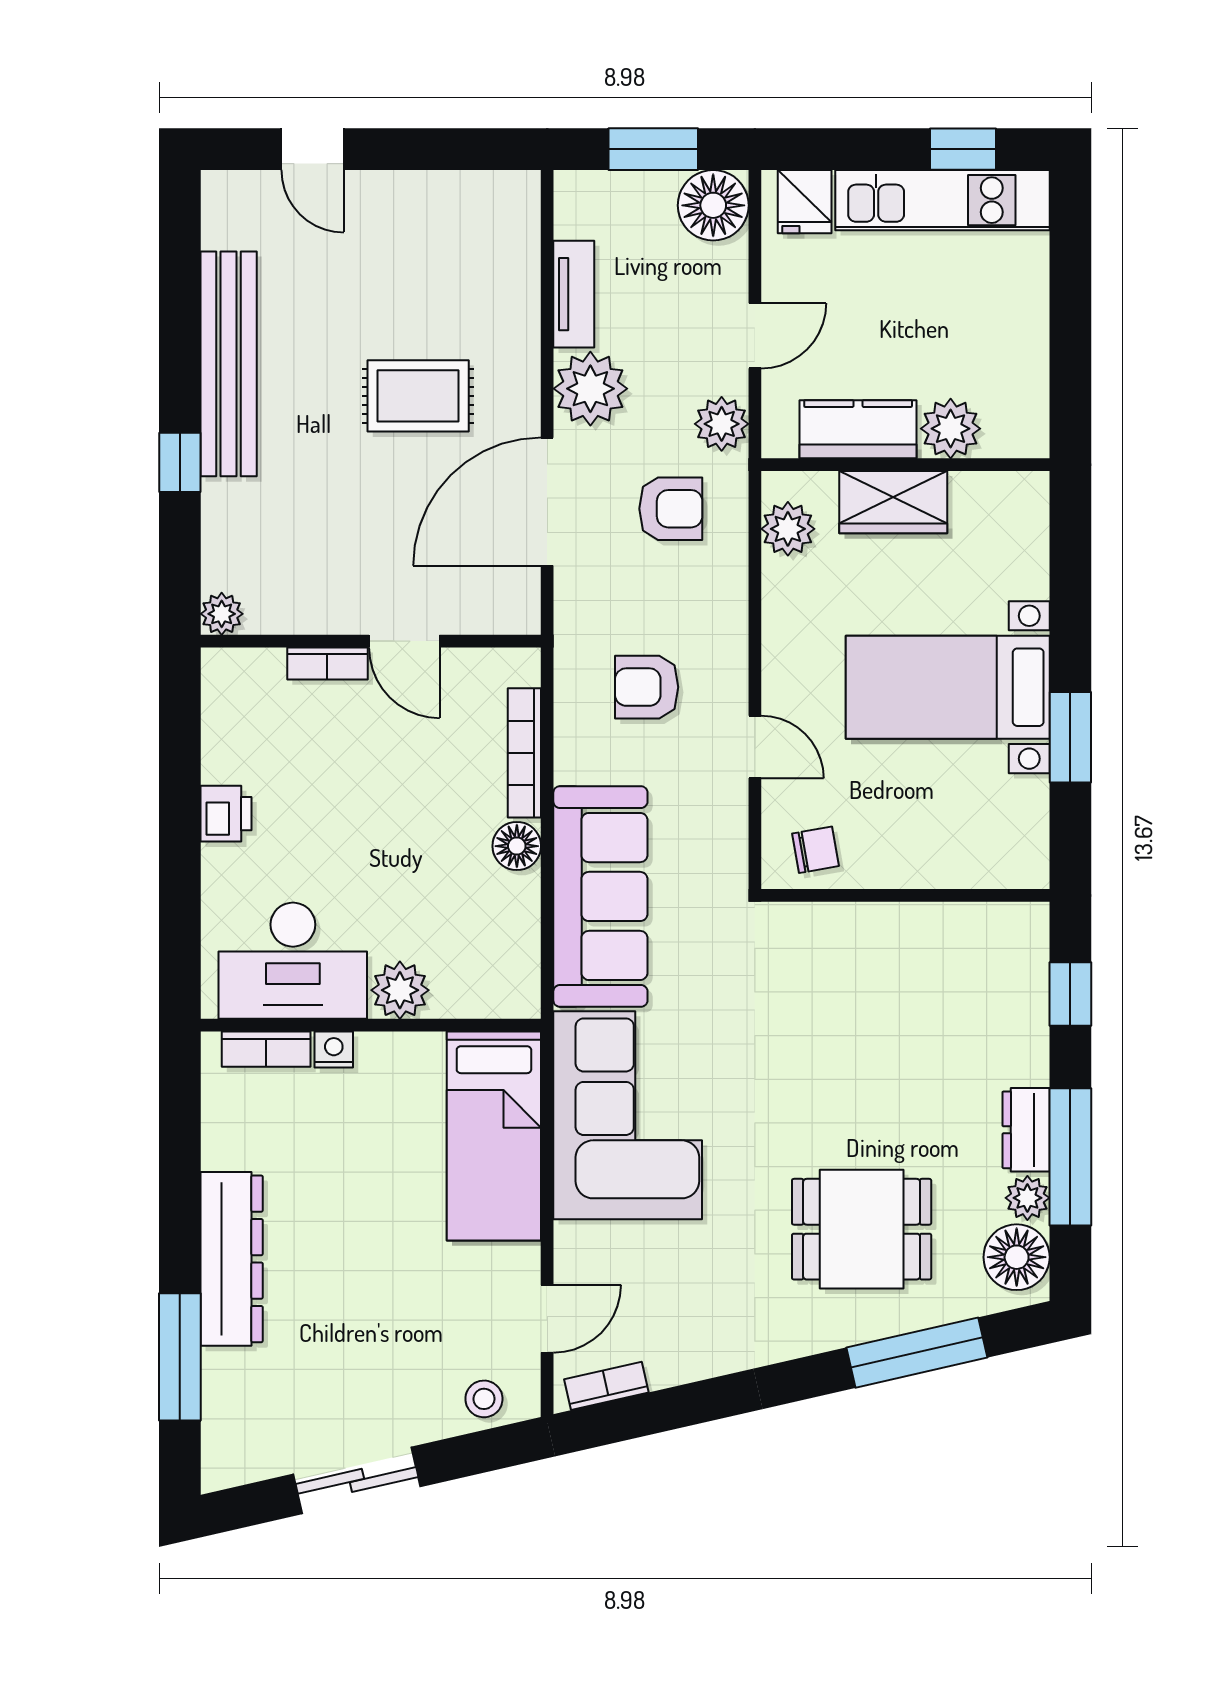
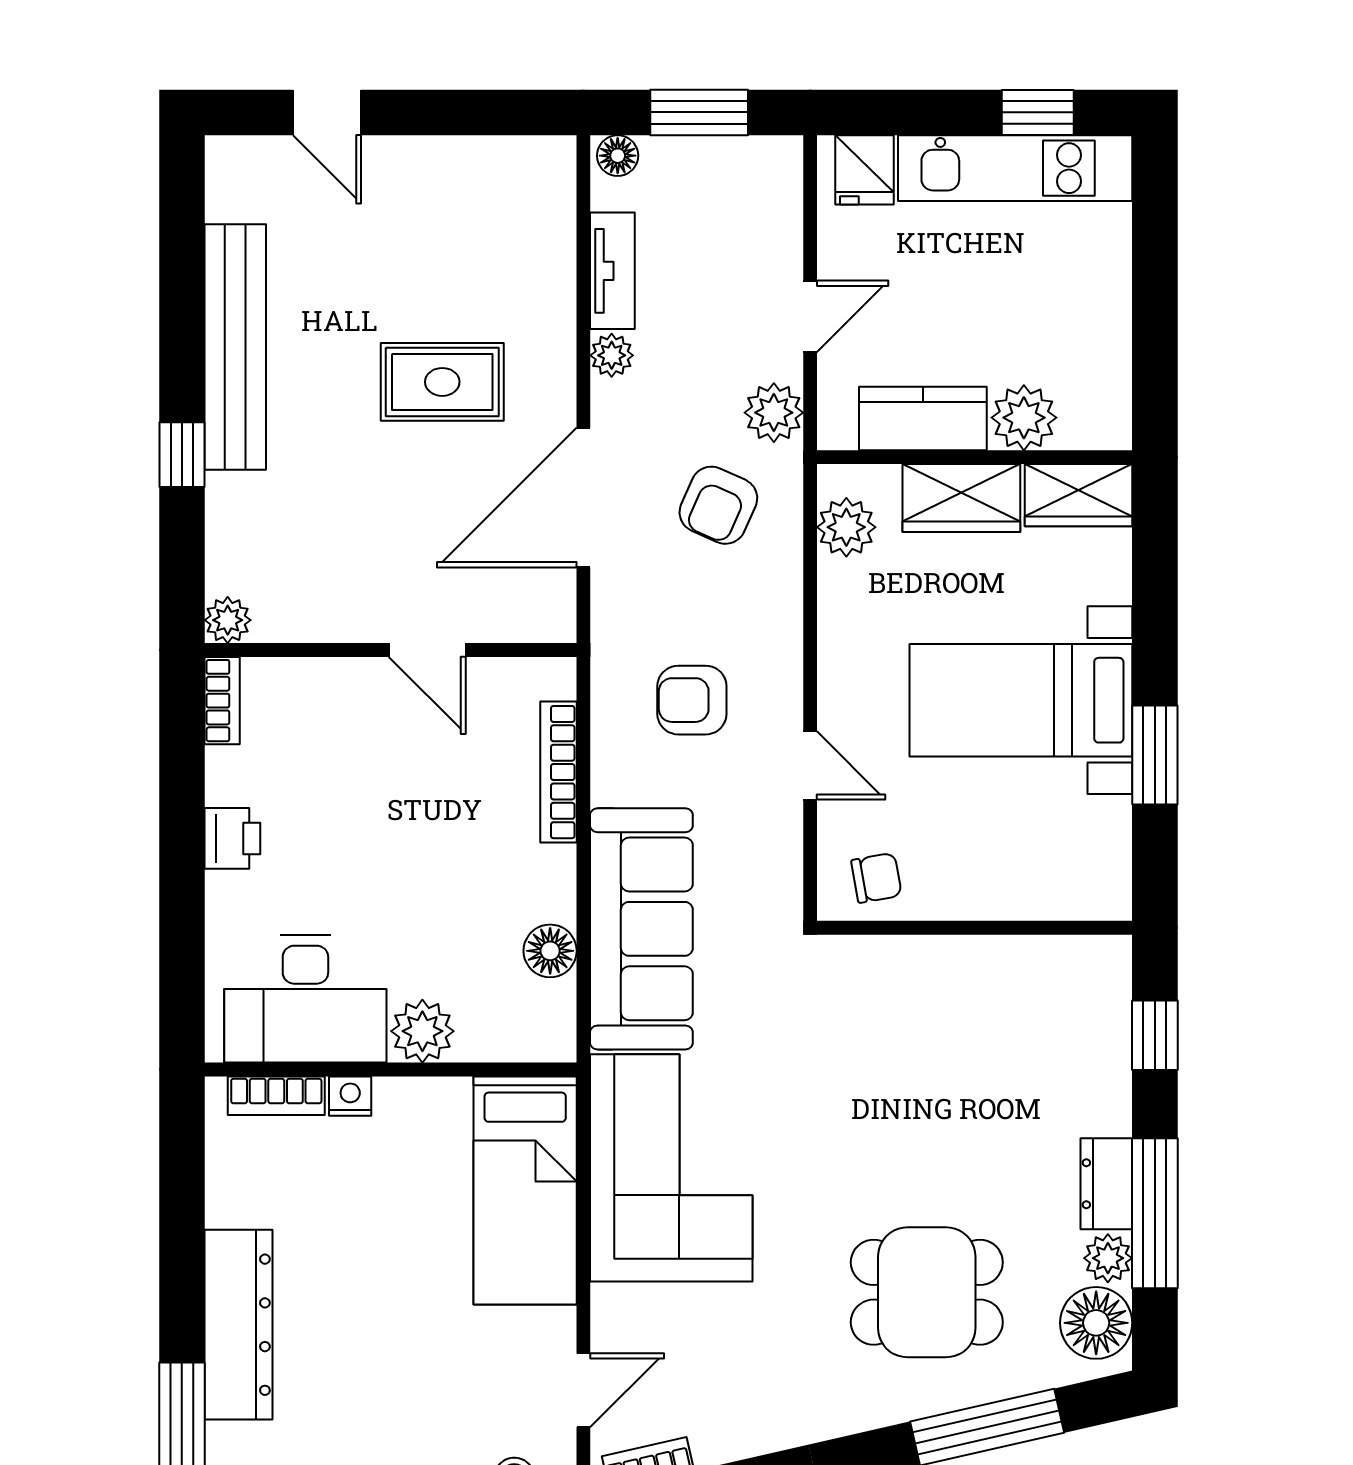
floor lamp: (713, 205) -> (618, 156), moved, width x0.53, depth x0.53
plant: (590, 389) -> (612, 355), width x0.53, depth x0.53
wardrobe: (1000, 499) -> (1078, 495), added
armchair: (671, 509) -> (718, 505), turned 114
bookcase: (327, 663) -> (222, 701), moved, turned -90
floor lamp: (517, 846) -> (550, 951), moved

